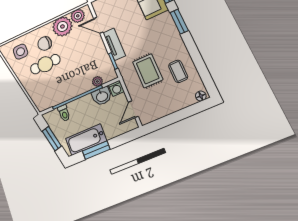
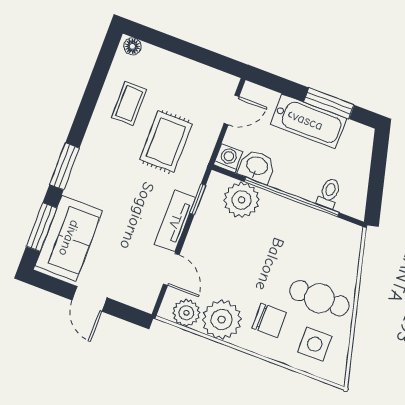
cafe table: (45, 64) -> (319, 298), moved
plant: (97, 81) -> (242, 200), width x1.87, depth x1.87
window: (52, 139) -> (377, 175), removed
bathtub: (86, 140) -> (308, 121), moved

